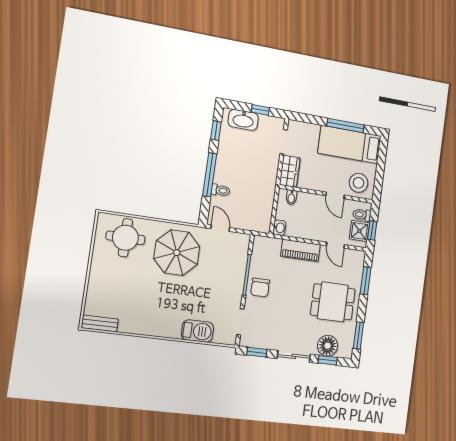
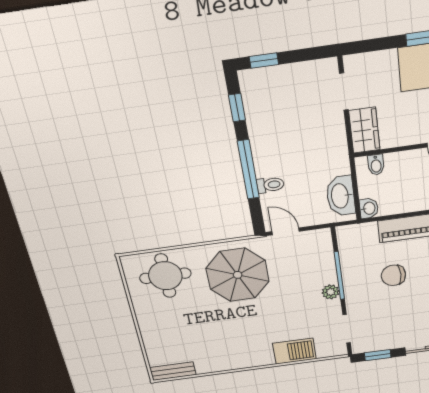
window: (260, 110) -> (264, 61), moved
washbasin: (243, 120) -> (341, 196), moved, turned 90
plant: (237, 286) -> (331, 292), added
chair: (260, 288) -> (393, 275), moved, turned 90

